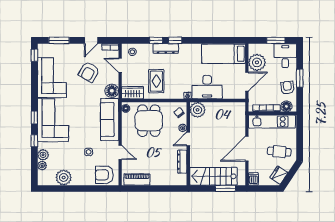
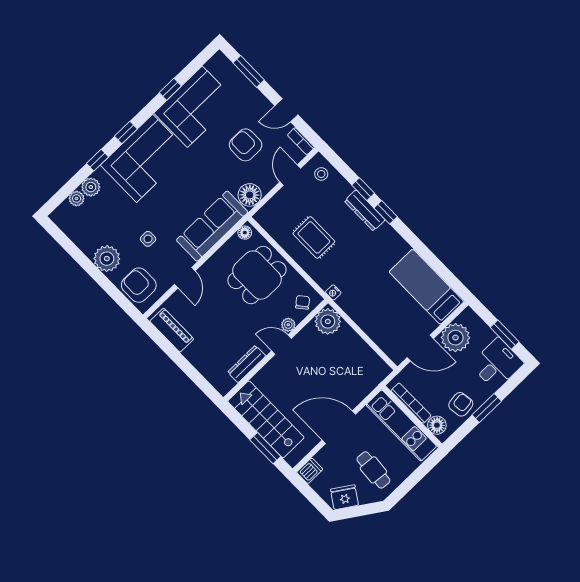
window: (34, 55) -> (170, 89), moved
armchair: (89, 72) -> (246, 145), turned 60
rug: (156, 81) -> (314, 237), turned 90
desk: (207, 87) -> (367, 306), removed
wardrobe: (133, 93) -> (272, 222), removed
plant: (64, 178) -> (107, 259), moved

